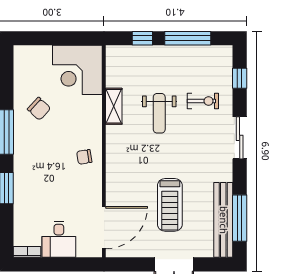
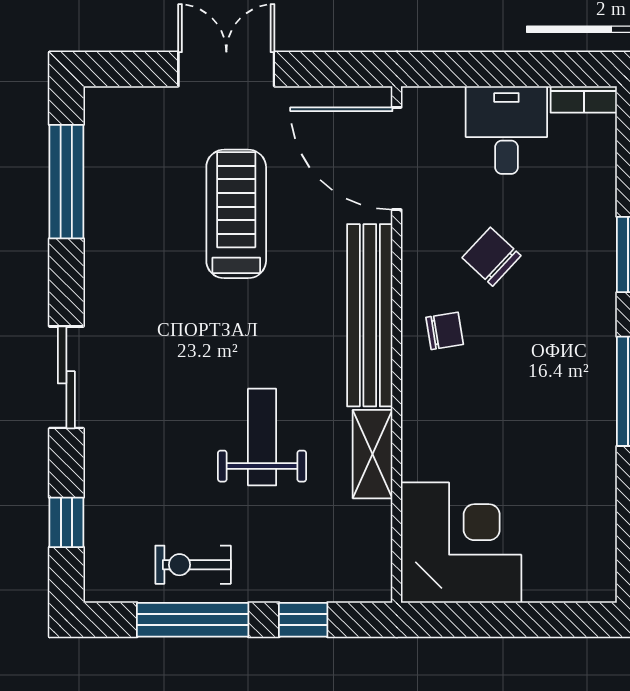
exercise bike: (203, 101) -> (193, 565), moved
chair: (39, 109) -> (492, 257), moved
bench: (223, 220) -> (370, 315), moved
door: (104, 228) -> (397, 159), hinge flipped

